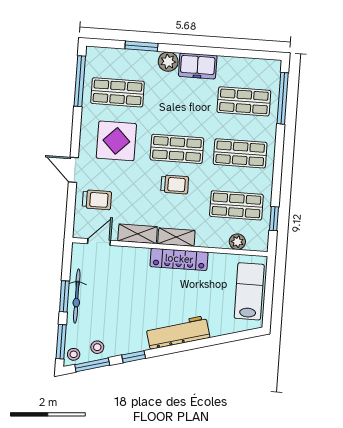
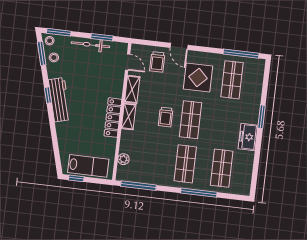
window: (141, 46) -> (262, 117), moved
plant: (168, 62) -> (252, 116), removed
window: (283, 98) -> (199, 193), moved
door: (73, 170) -> (179, 46), swing flipped
shop shelf: (236, 205) -> (149, 160), removed
window: (274, 219) -> (138, 186), width x2.17
window: (64, 296) -> (102, 37), moved
window: (268, 308) -> (76, 178), added
workbench: (178, 332) -> (59, 100), moved
window: (134, 357) -> (48, 95), moved

